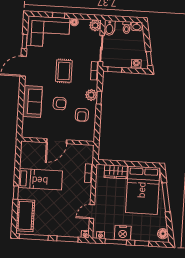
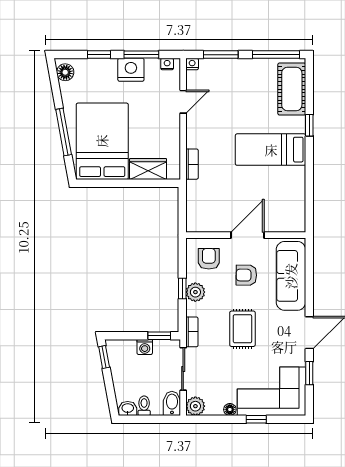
washing machine: (136, 64) -> (145, 347), moved
sofa: (32, 102) -> (291, 276), width x1.36
door: (57, 141) -> (247, 235), moved
wall: (58, 141) -> (246, 235), moved

